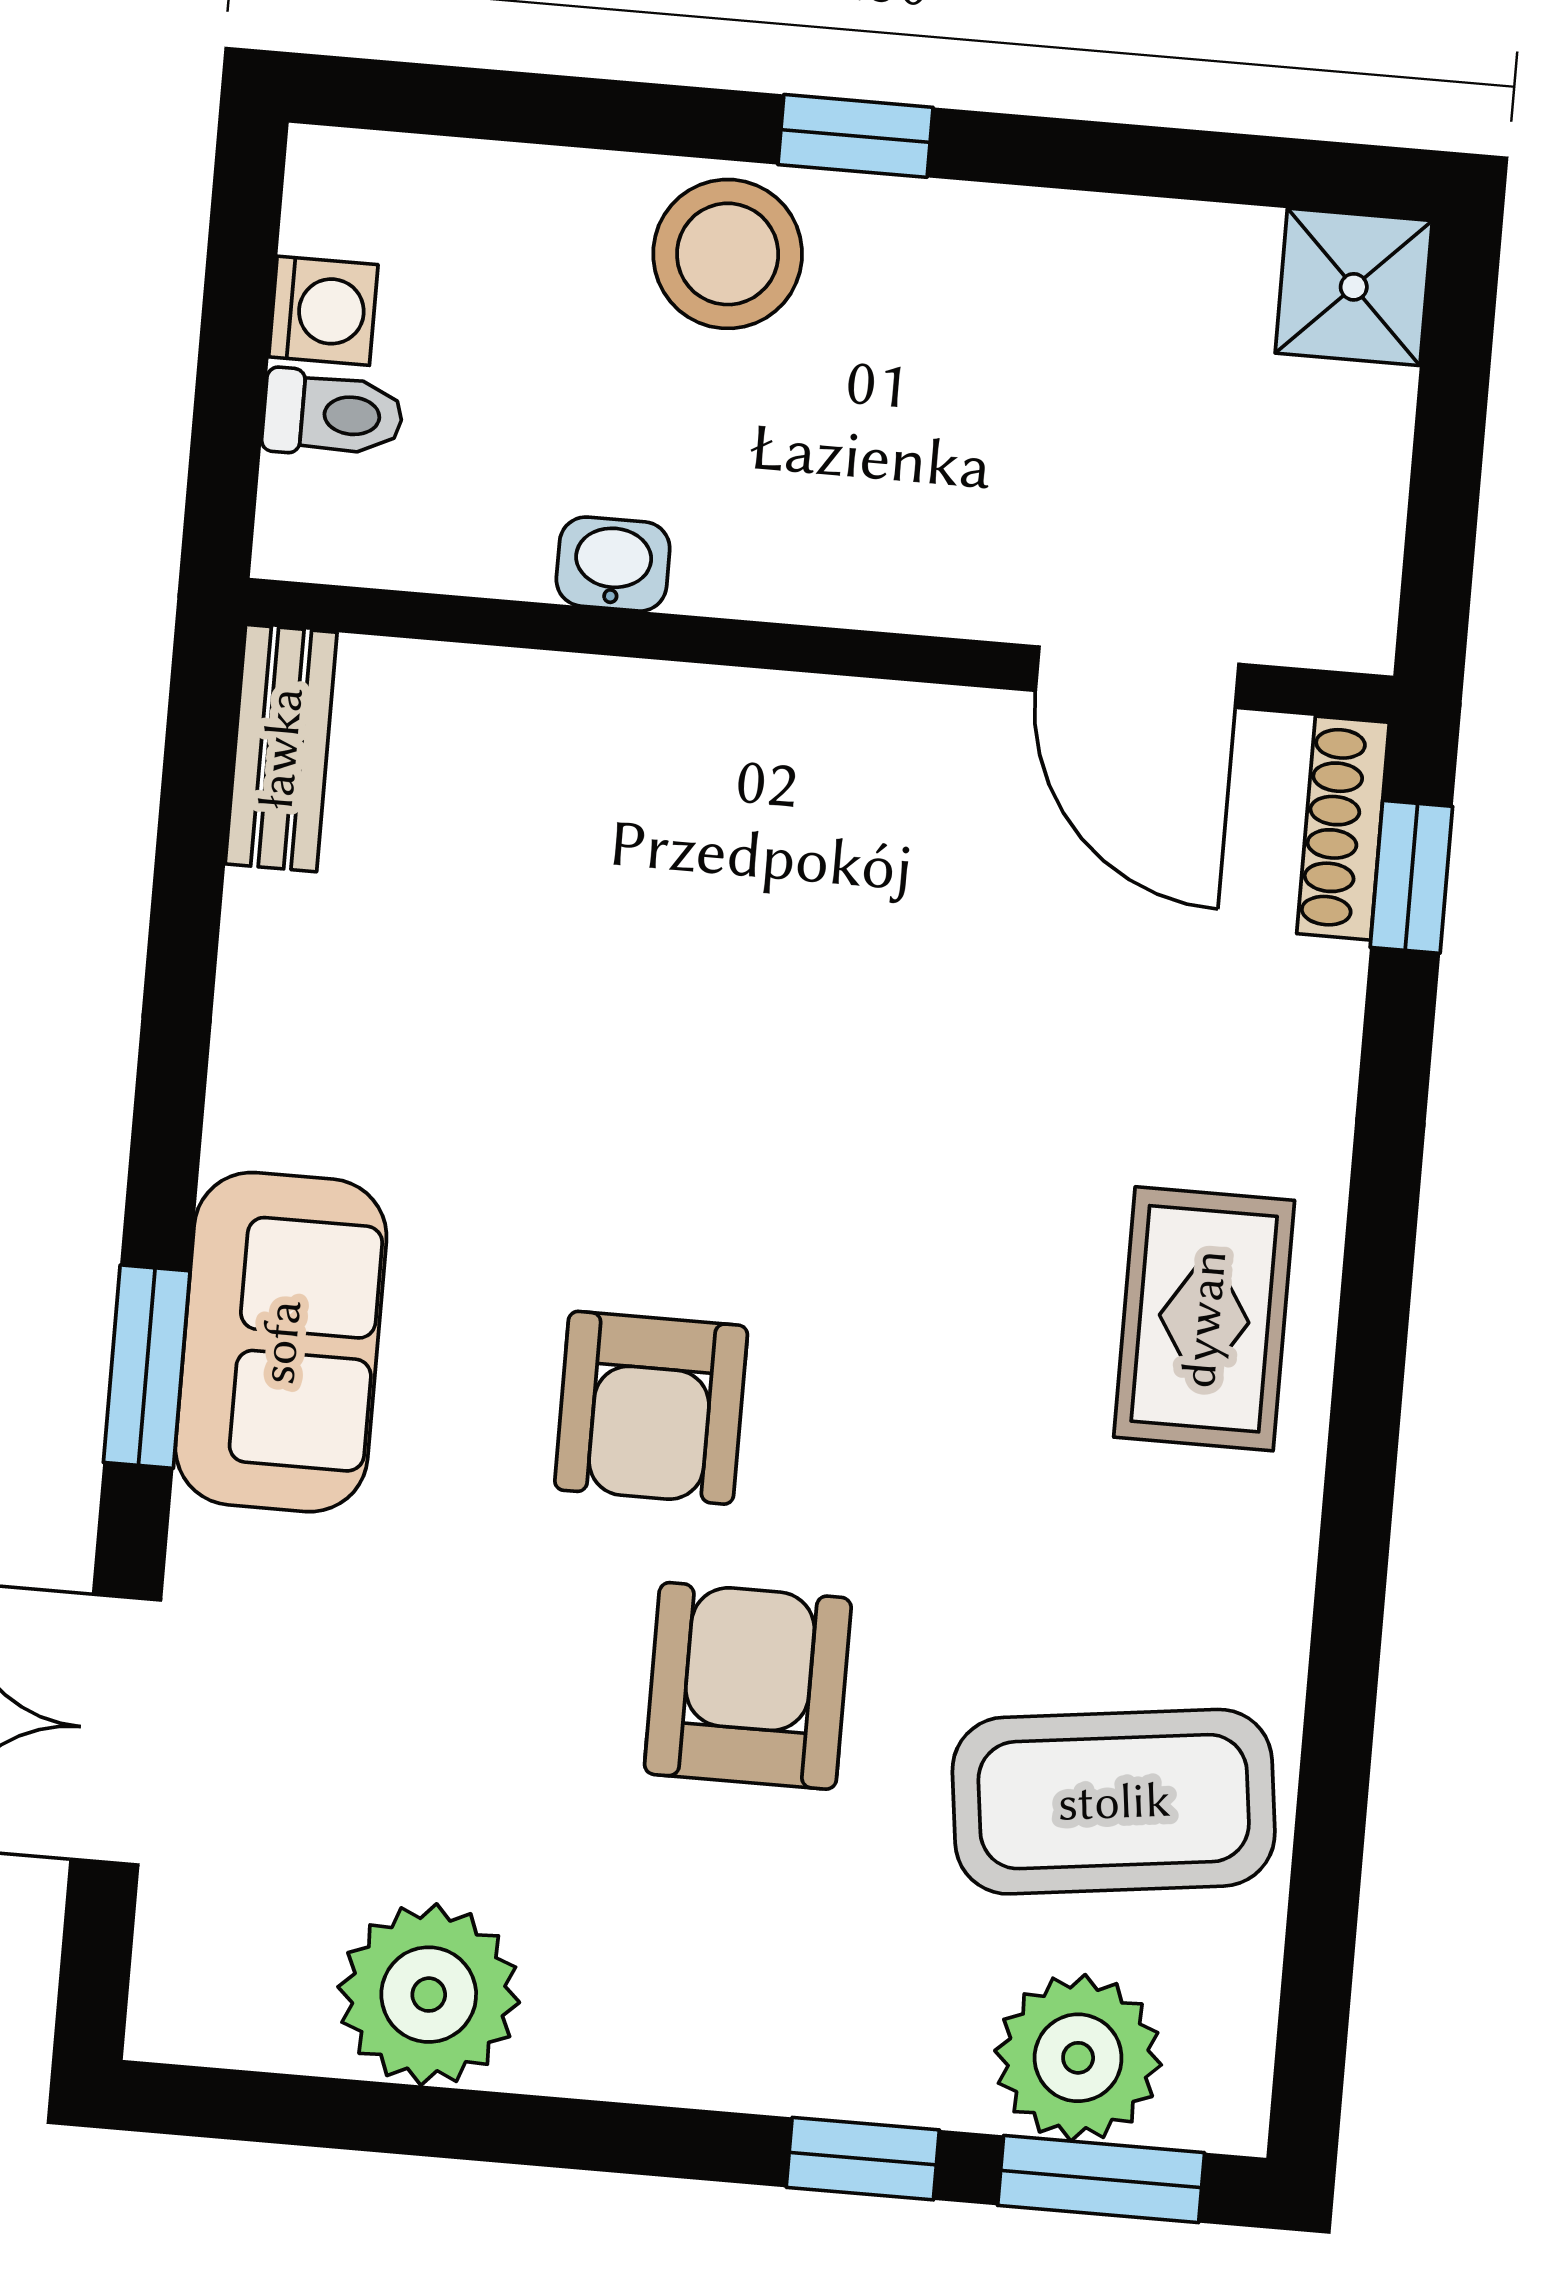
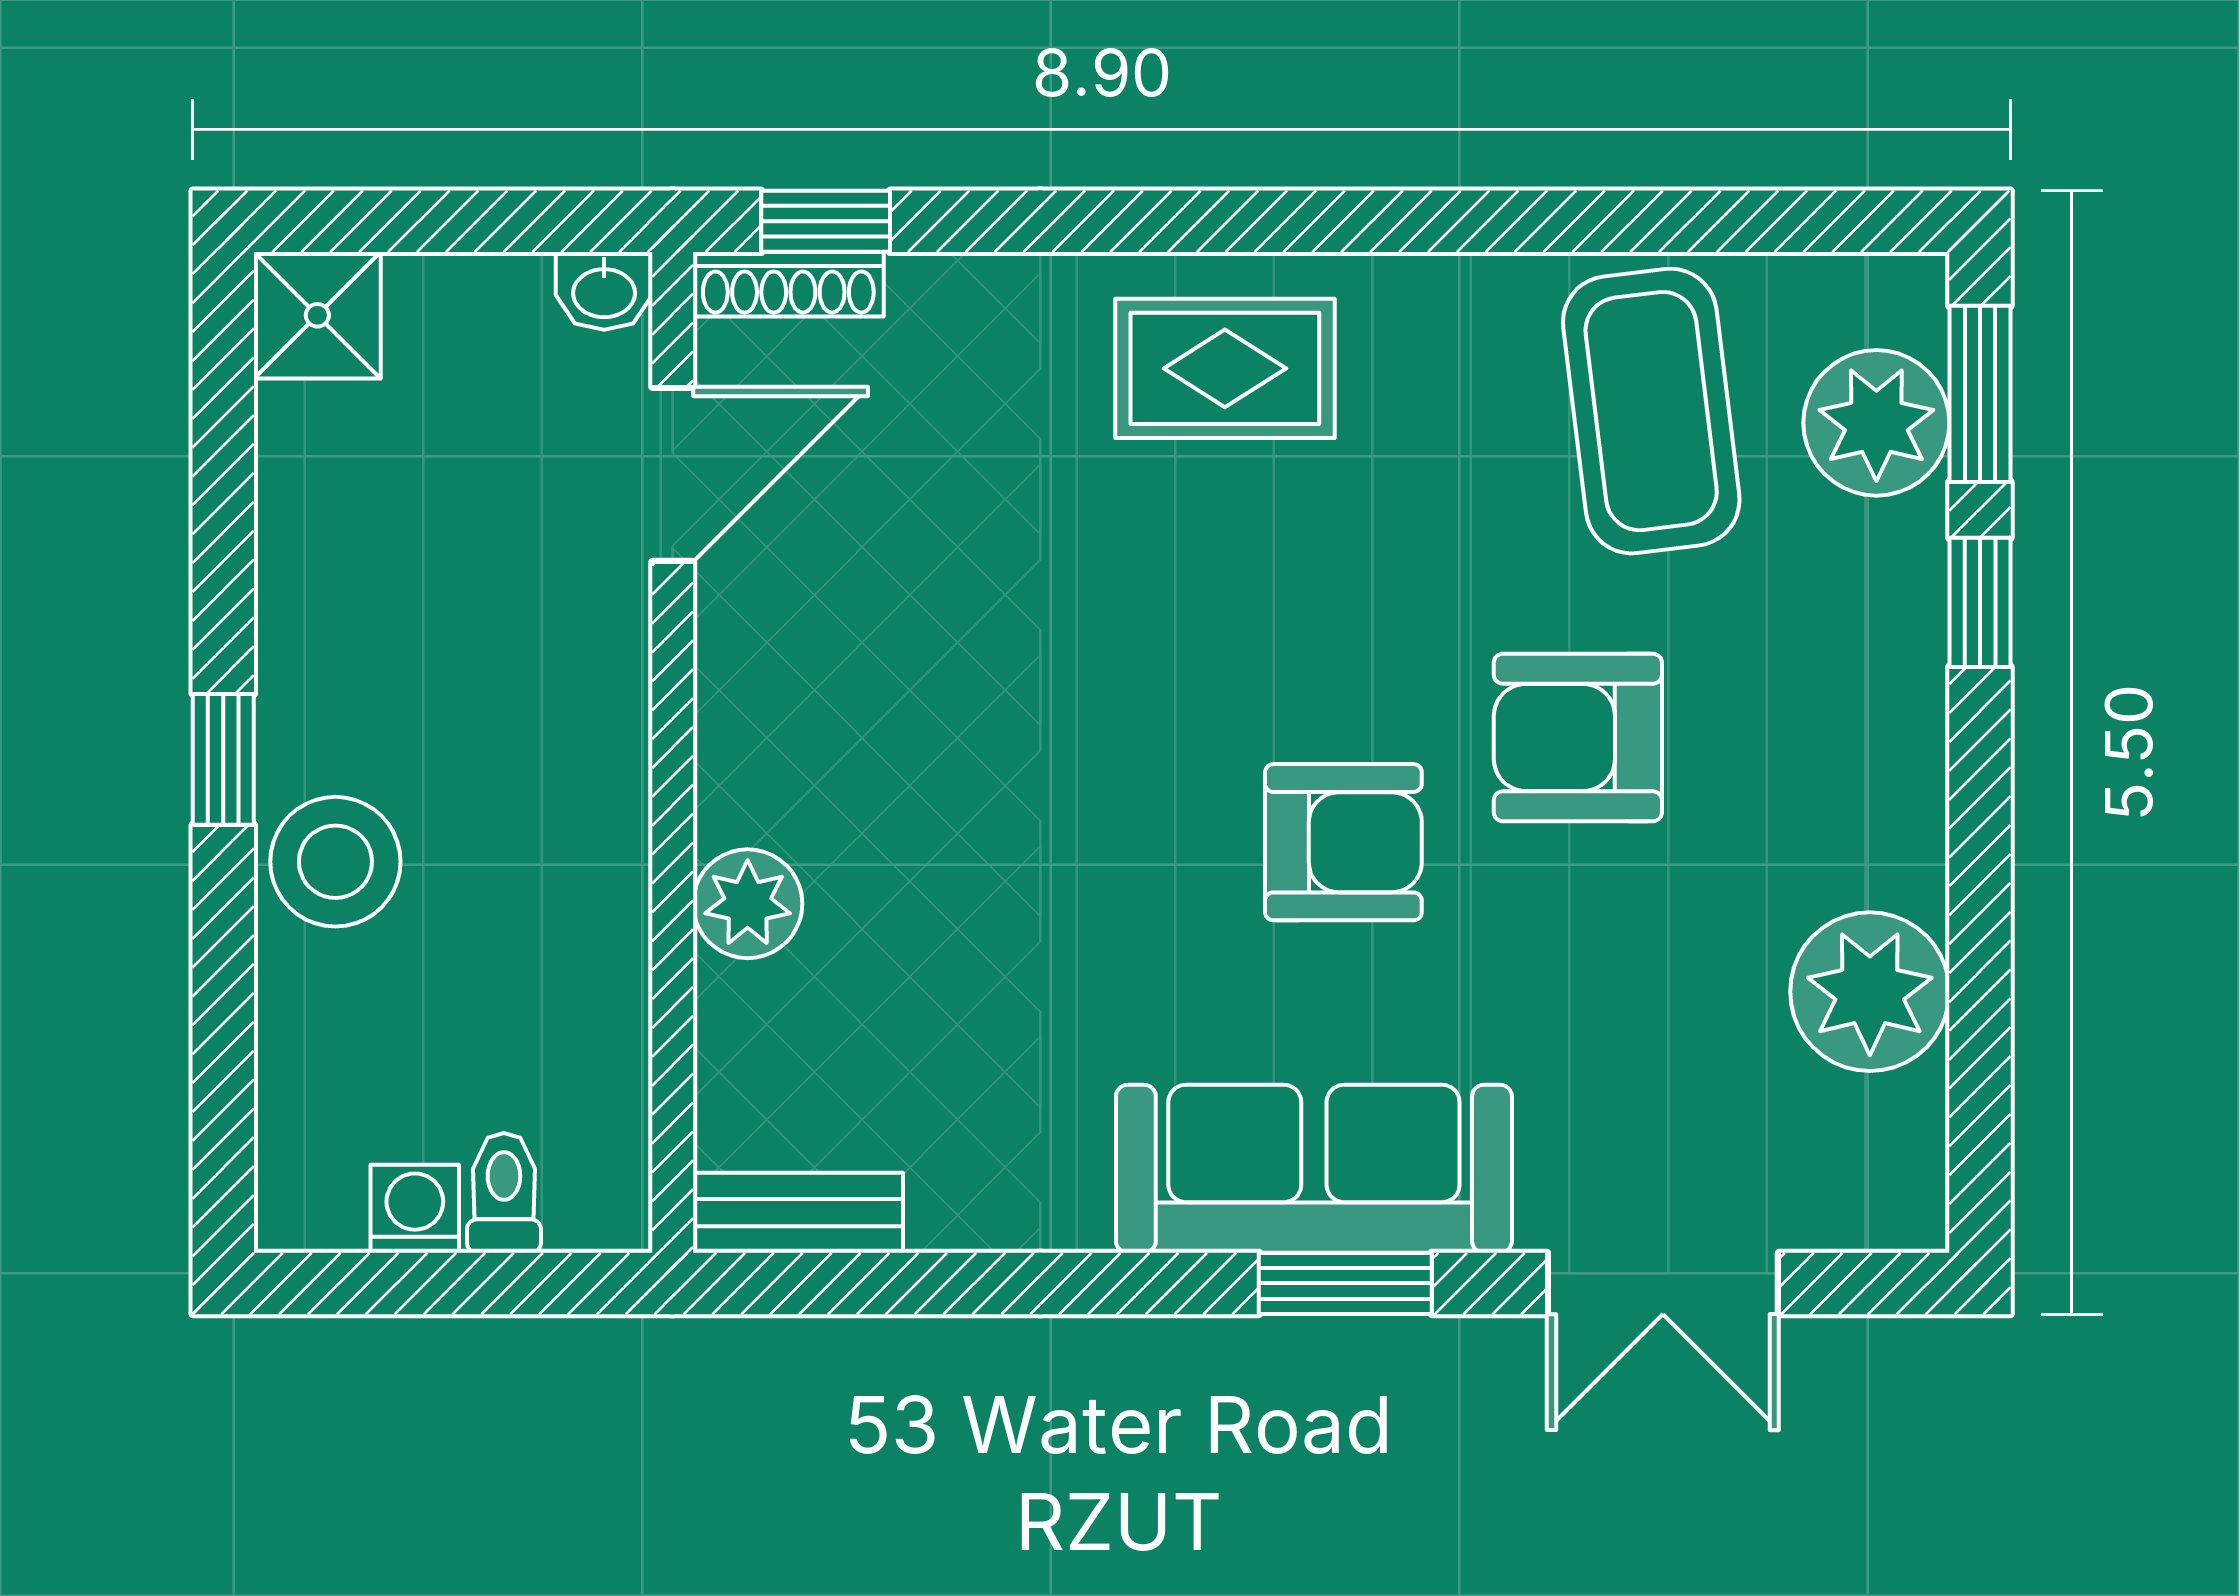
washbasin: (613, 564) -> (604, 291), moved, turned -90
plant: (639, 721) -> (748, 904), added
sofa: (281, 1342) -> (1314, 1169), width x1.36

